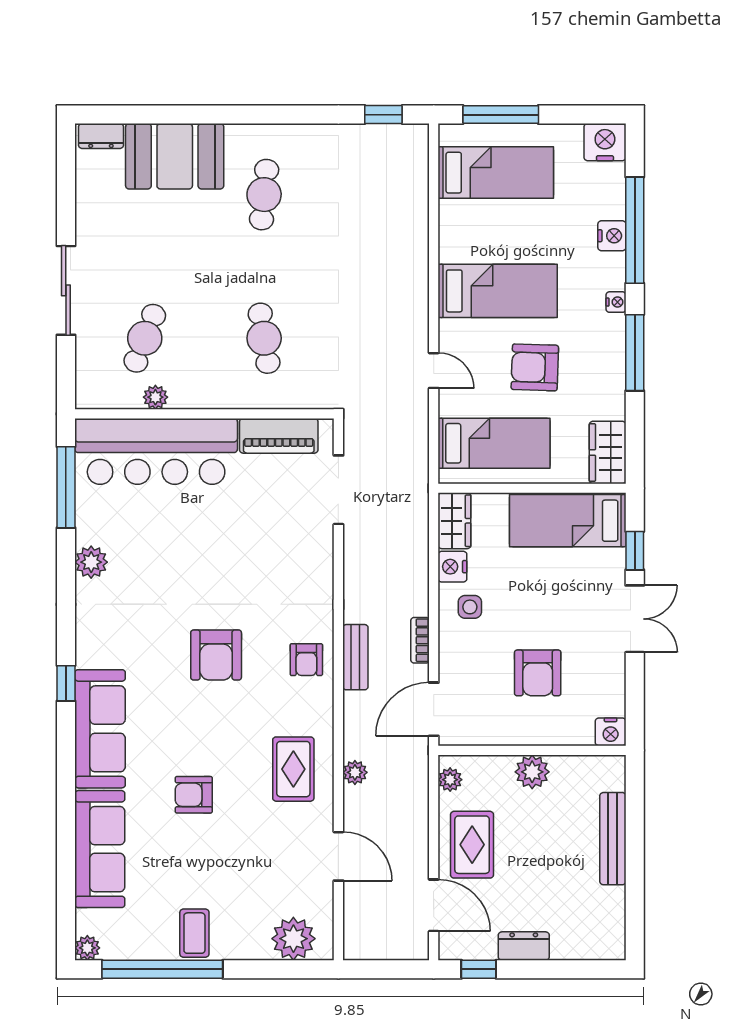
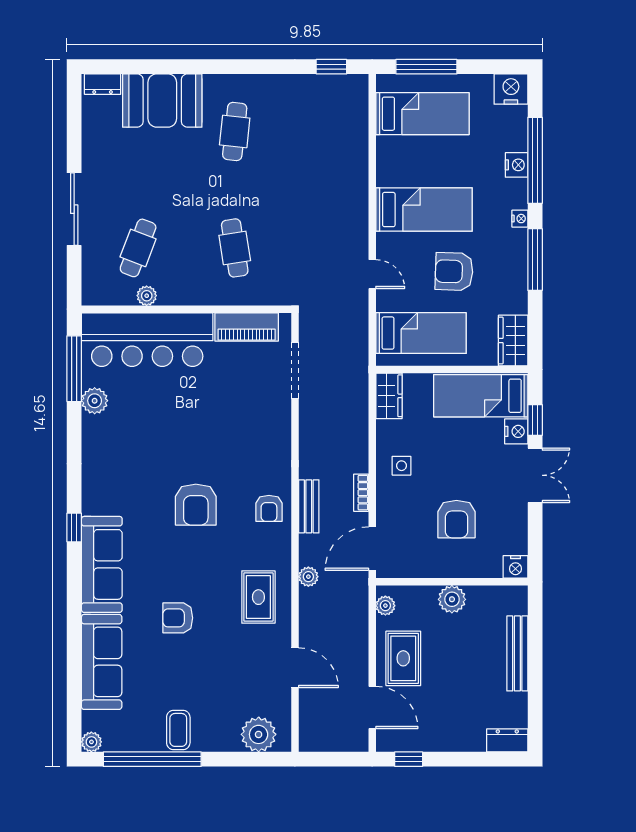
plant: (91, 562) -> (95, 401), moved
nightstand: (452, 567) -> (516, 431), moved, turned 180
plant: (355, 772) -> (308, 577), moved
dresser: (524, 946) -> (507, 740), moved

